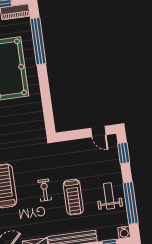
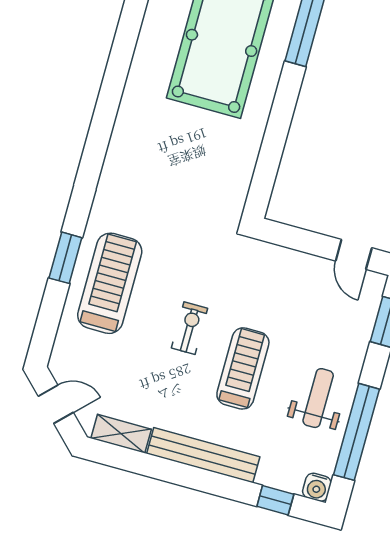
treadmill: (73, 197) -> (243, 368), turned 180

